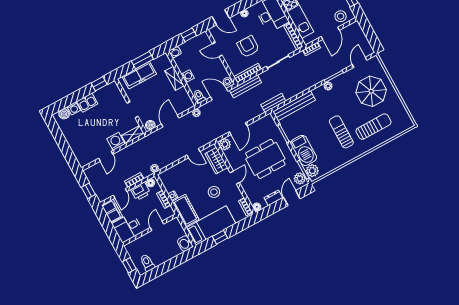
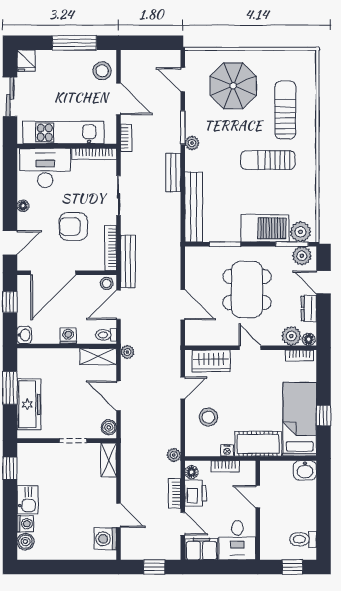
door: (217, 49) -> (53, 273), width x1.88
shelving: (174, 78) -> (98, 356), moved
bench: (273, 103) -> (173, 173), moved
washing machine: (116, 141) -> (105, 539), moved
plant: (225, 144) -> (291, 336), moved
stool: (214, 192) -> (208, 417), moved

